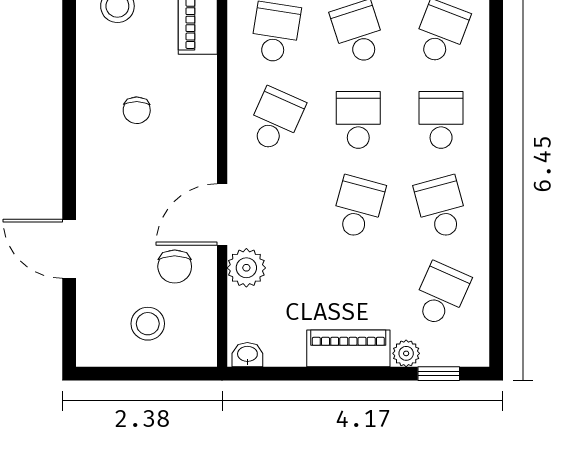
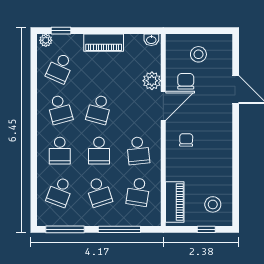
chair: (137, 110) -> (186, 140), moved
school desk: (275, 120) -> (138, 151), turned -30
plant: (406, 353) -> (46, 40), moved

